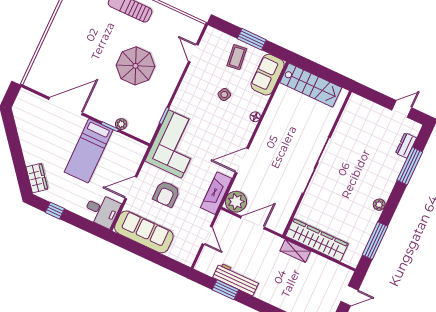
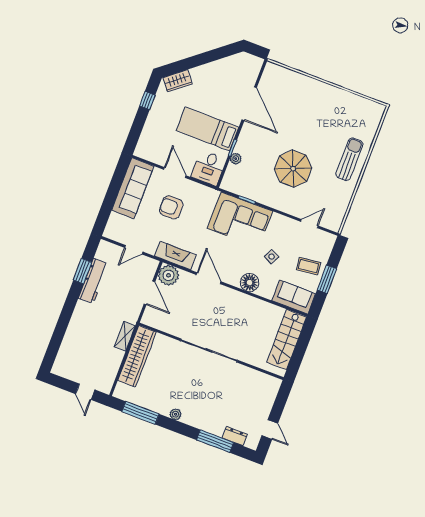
floor lamp: (255, 117) -> (250, 282), width x1.89, depth x1.89
corner sofa: (175, 144) -> (240, 220), moved
desk: (102, 210) -> (209, 168), moved

